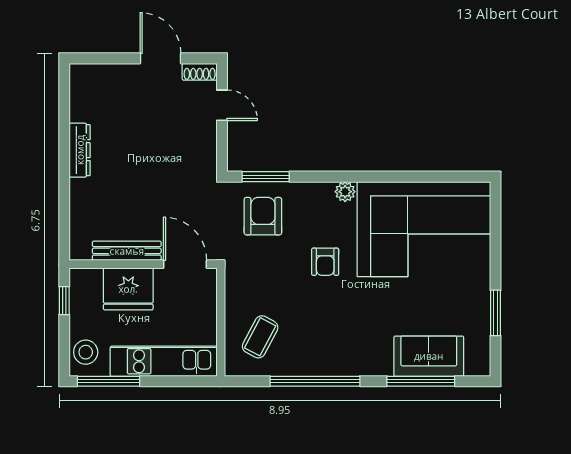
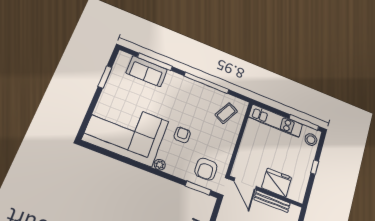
bench: (127, 251) -> (272, 201), moved
wall: (143, 264) -> (266, 192), moved
door: (185, 264) -> (245, 184), moved
fridge: (128, 289) -> (277, 183), moved

